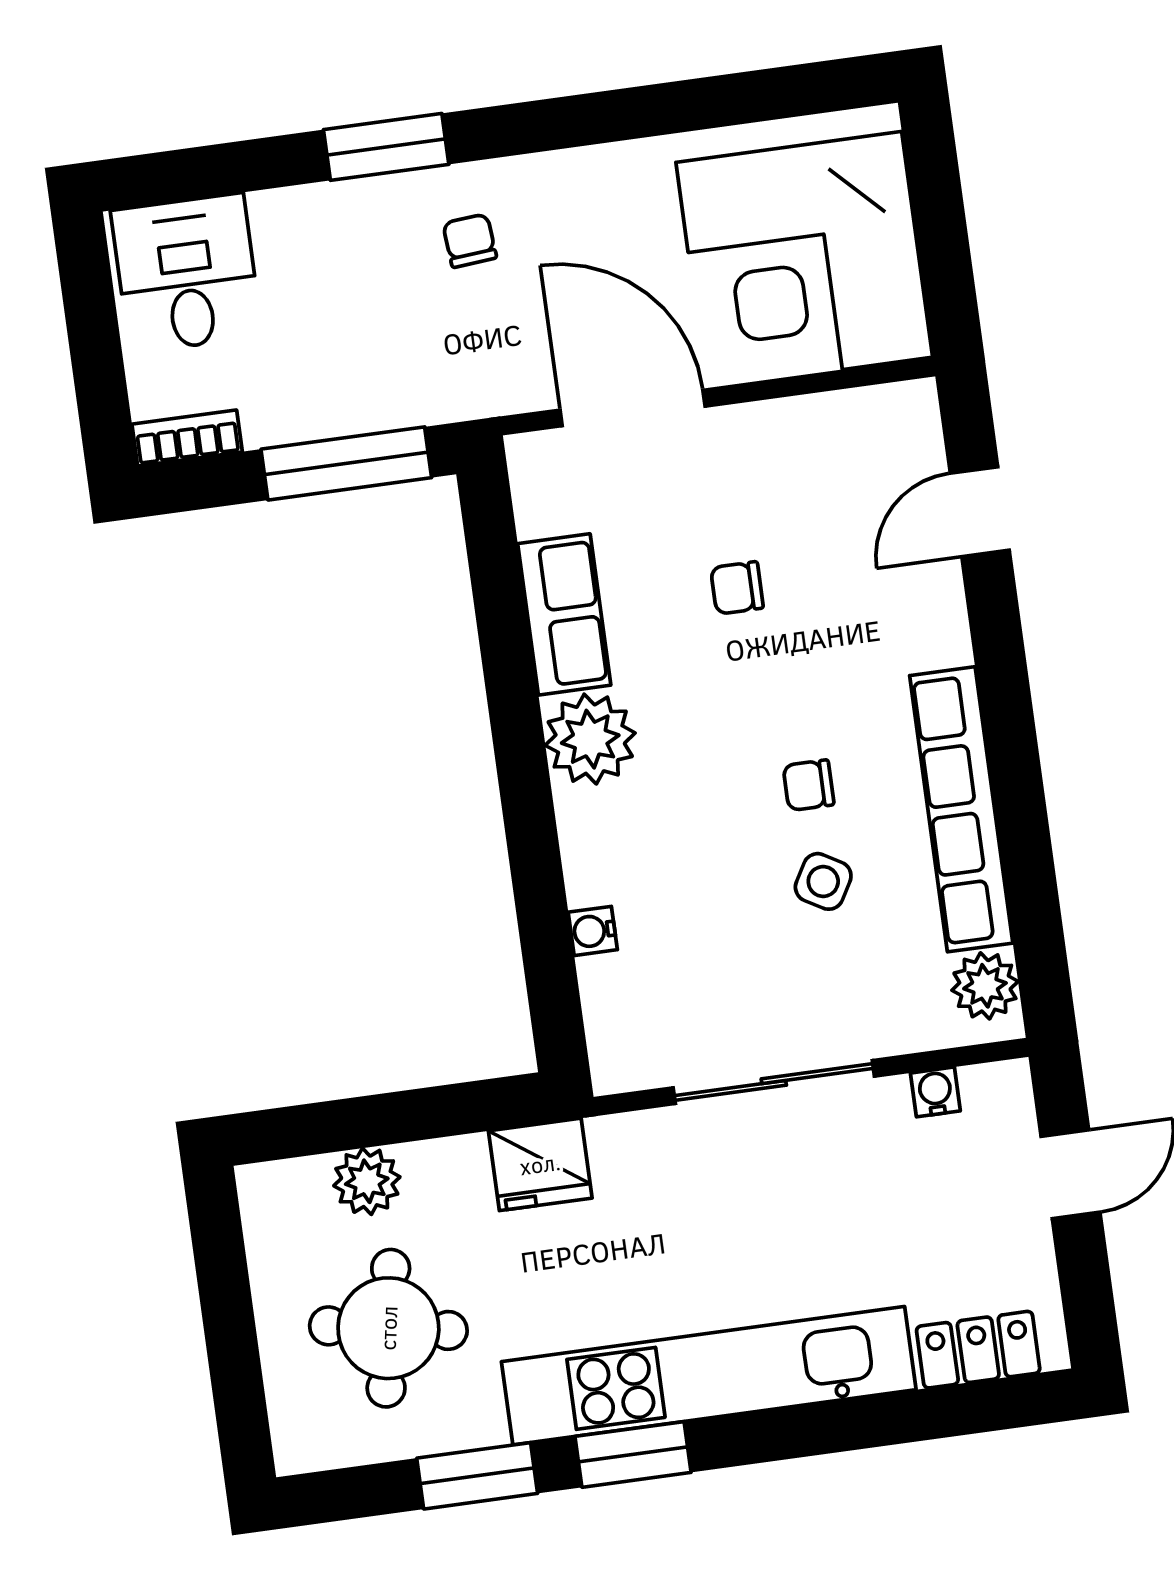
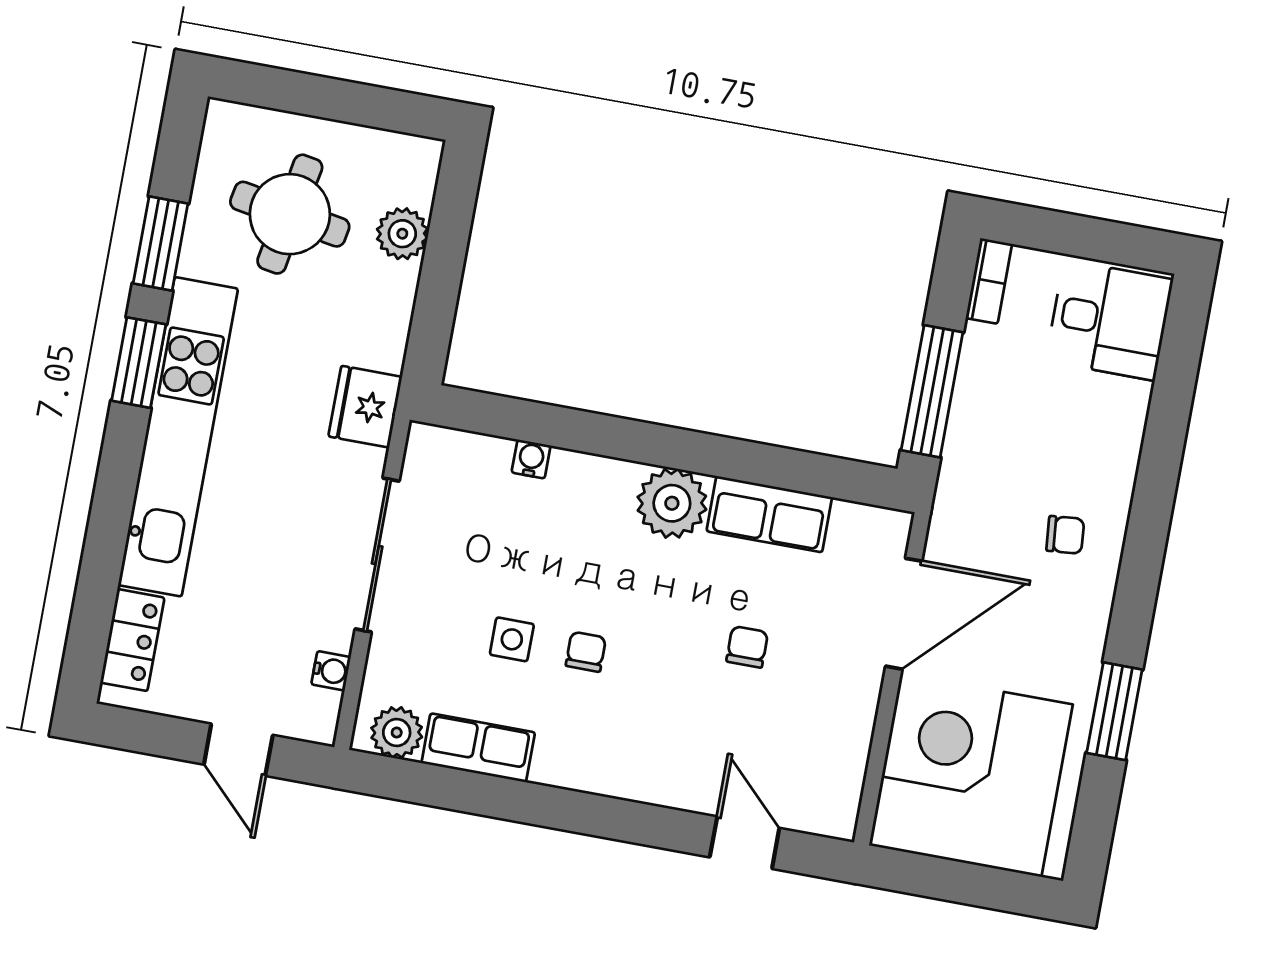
window: (386, 147) -> (1114, 711), moved
row of seats: (961, 809) -> (478, 748), width x0.50
side table: (823, 881) -> (512, 639), turned -30
fridge: (540, 1164) -> (365, 407), moved

